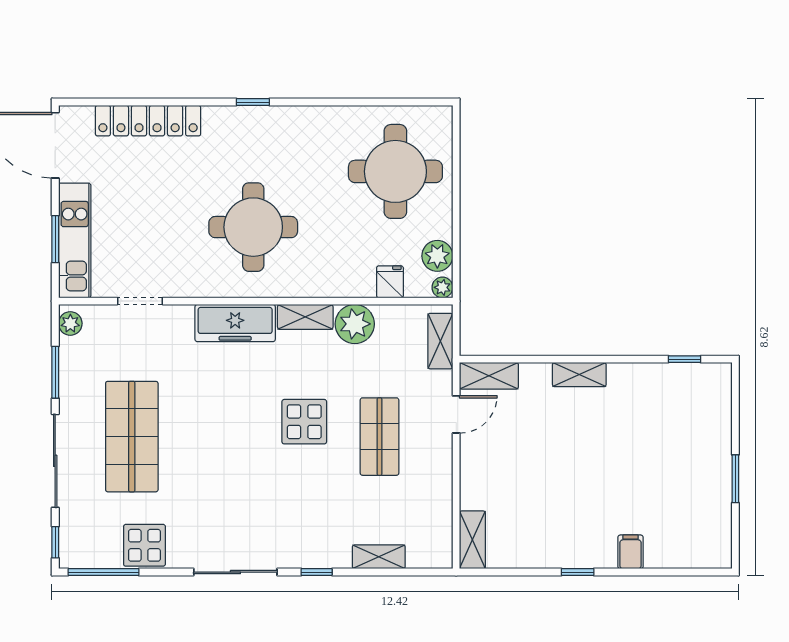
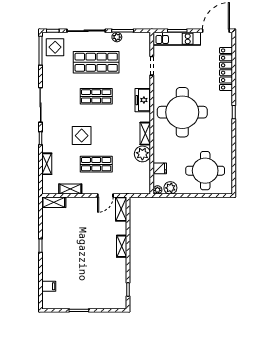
round table: (253, 227) -> (182, 112), width x1.36, depth x1.36
plant: (70, 323) -> (117, 37), moved
freezer: (235, 323) -> (143, 100), width x0.71
shelving: (440, 341) -> (70, 189), moved
door: (456, 414) -> (105, 196), hinge flipped
display table: (304, 422) -> (82, 136), moved
shop shelf: (214, 437) -> (96, 96), added
display table: (144, 545) -> (55, 47), moved
filing cabinet: (631, 552) -> (49, 286), moved

